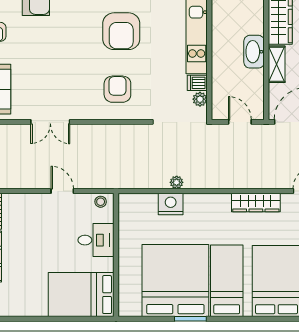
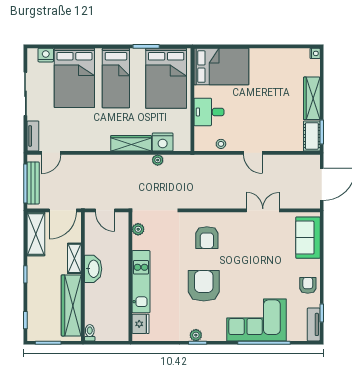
dishwasher: (197, 83) -> (140, 243), removed
wardrobe: (256, 202) -> (131, 143), moved
desk: (96, 240) -> (209, 112), moved
wall: (116, 255) -> (192, 100), moved
bed: (175, 281) -> (166, 78), width x0.73
bed: (81, 295) -> (221, 67), moved

